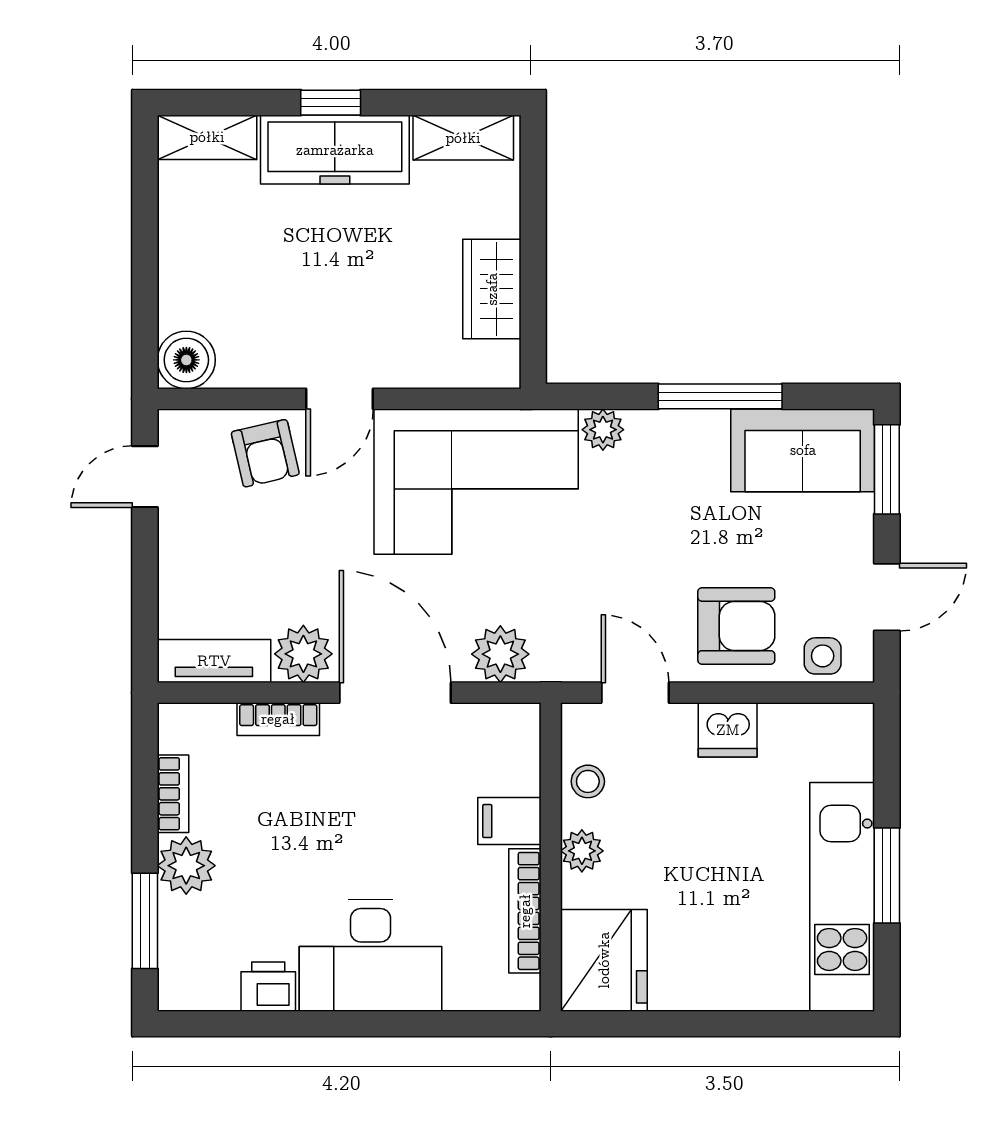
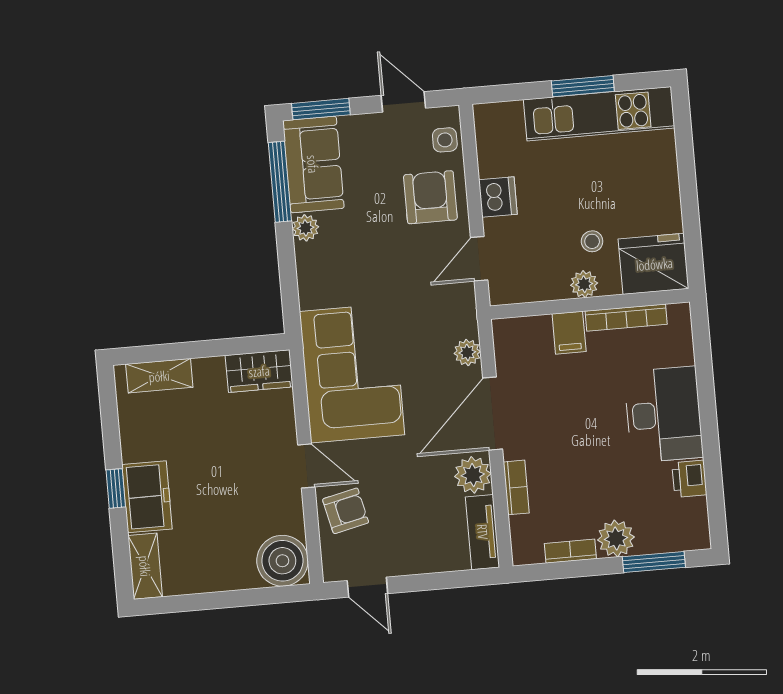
shelving: (463, 138) -> (159, 376), moved, turned 90
freezer: (335, 150) -> (147, 497), width x0.71
wardrobe: (492, 289) -> (259, 371), moved
boiler: (186, 360) -> (282, 561), width x1.37, depth x1.37
window: (720, 396) -> (280, 182), moved
plant: (603, 430) -> (305, 228), moved
plant: (500, 654) -> (467, 352), width x0.73, depth x0.73
stool: (588, 781) -> (592, 241), moved

